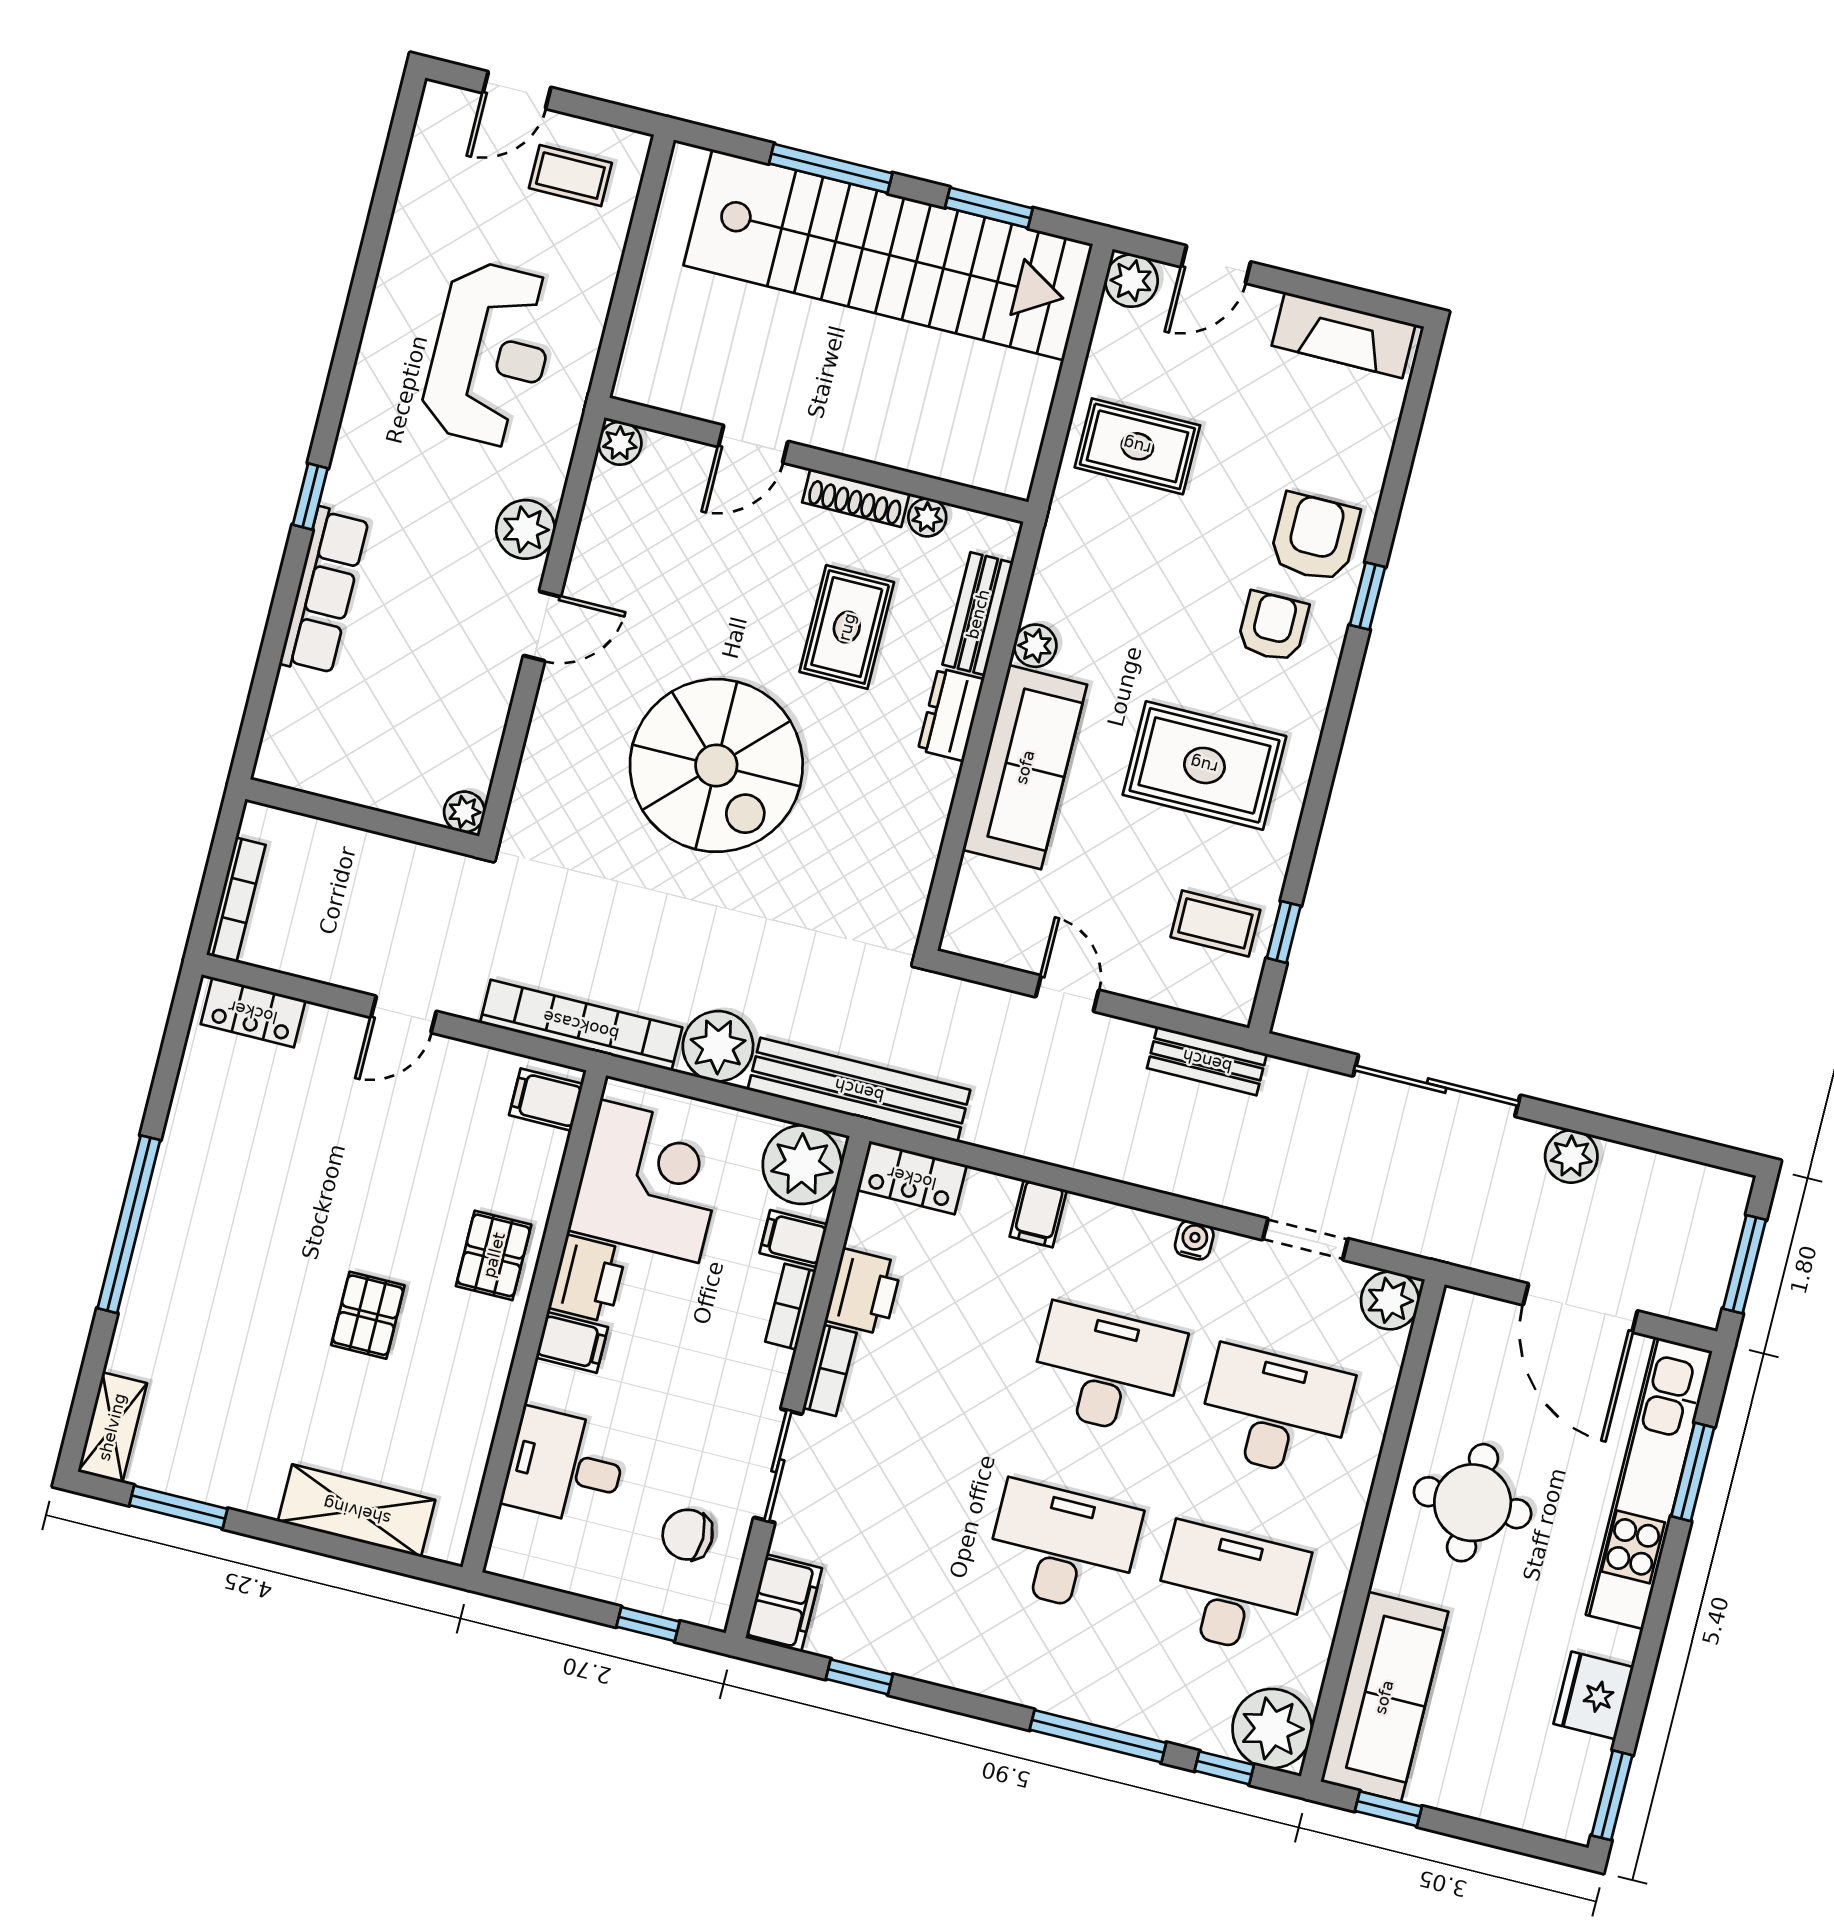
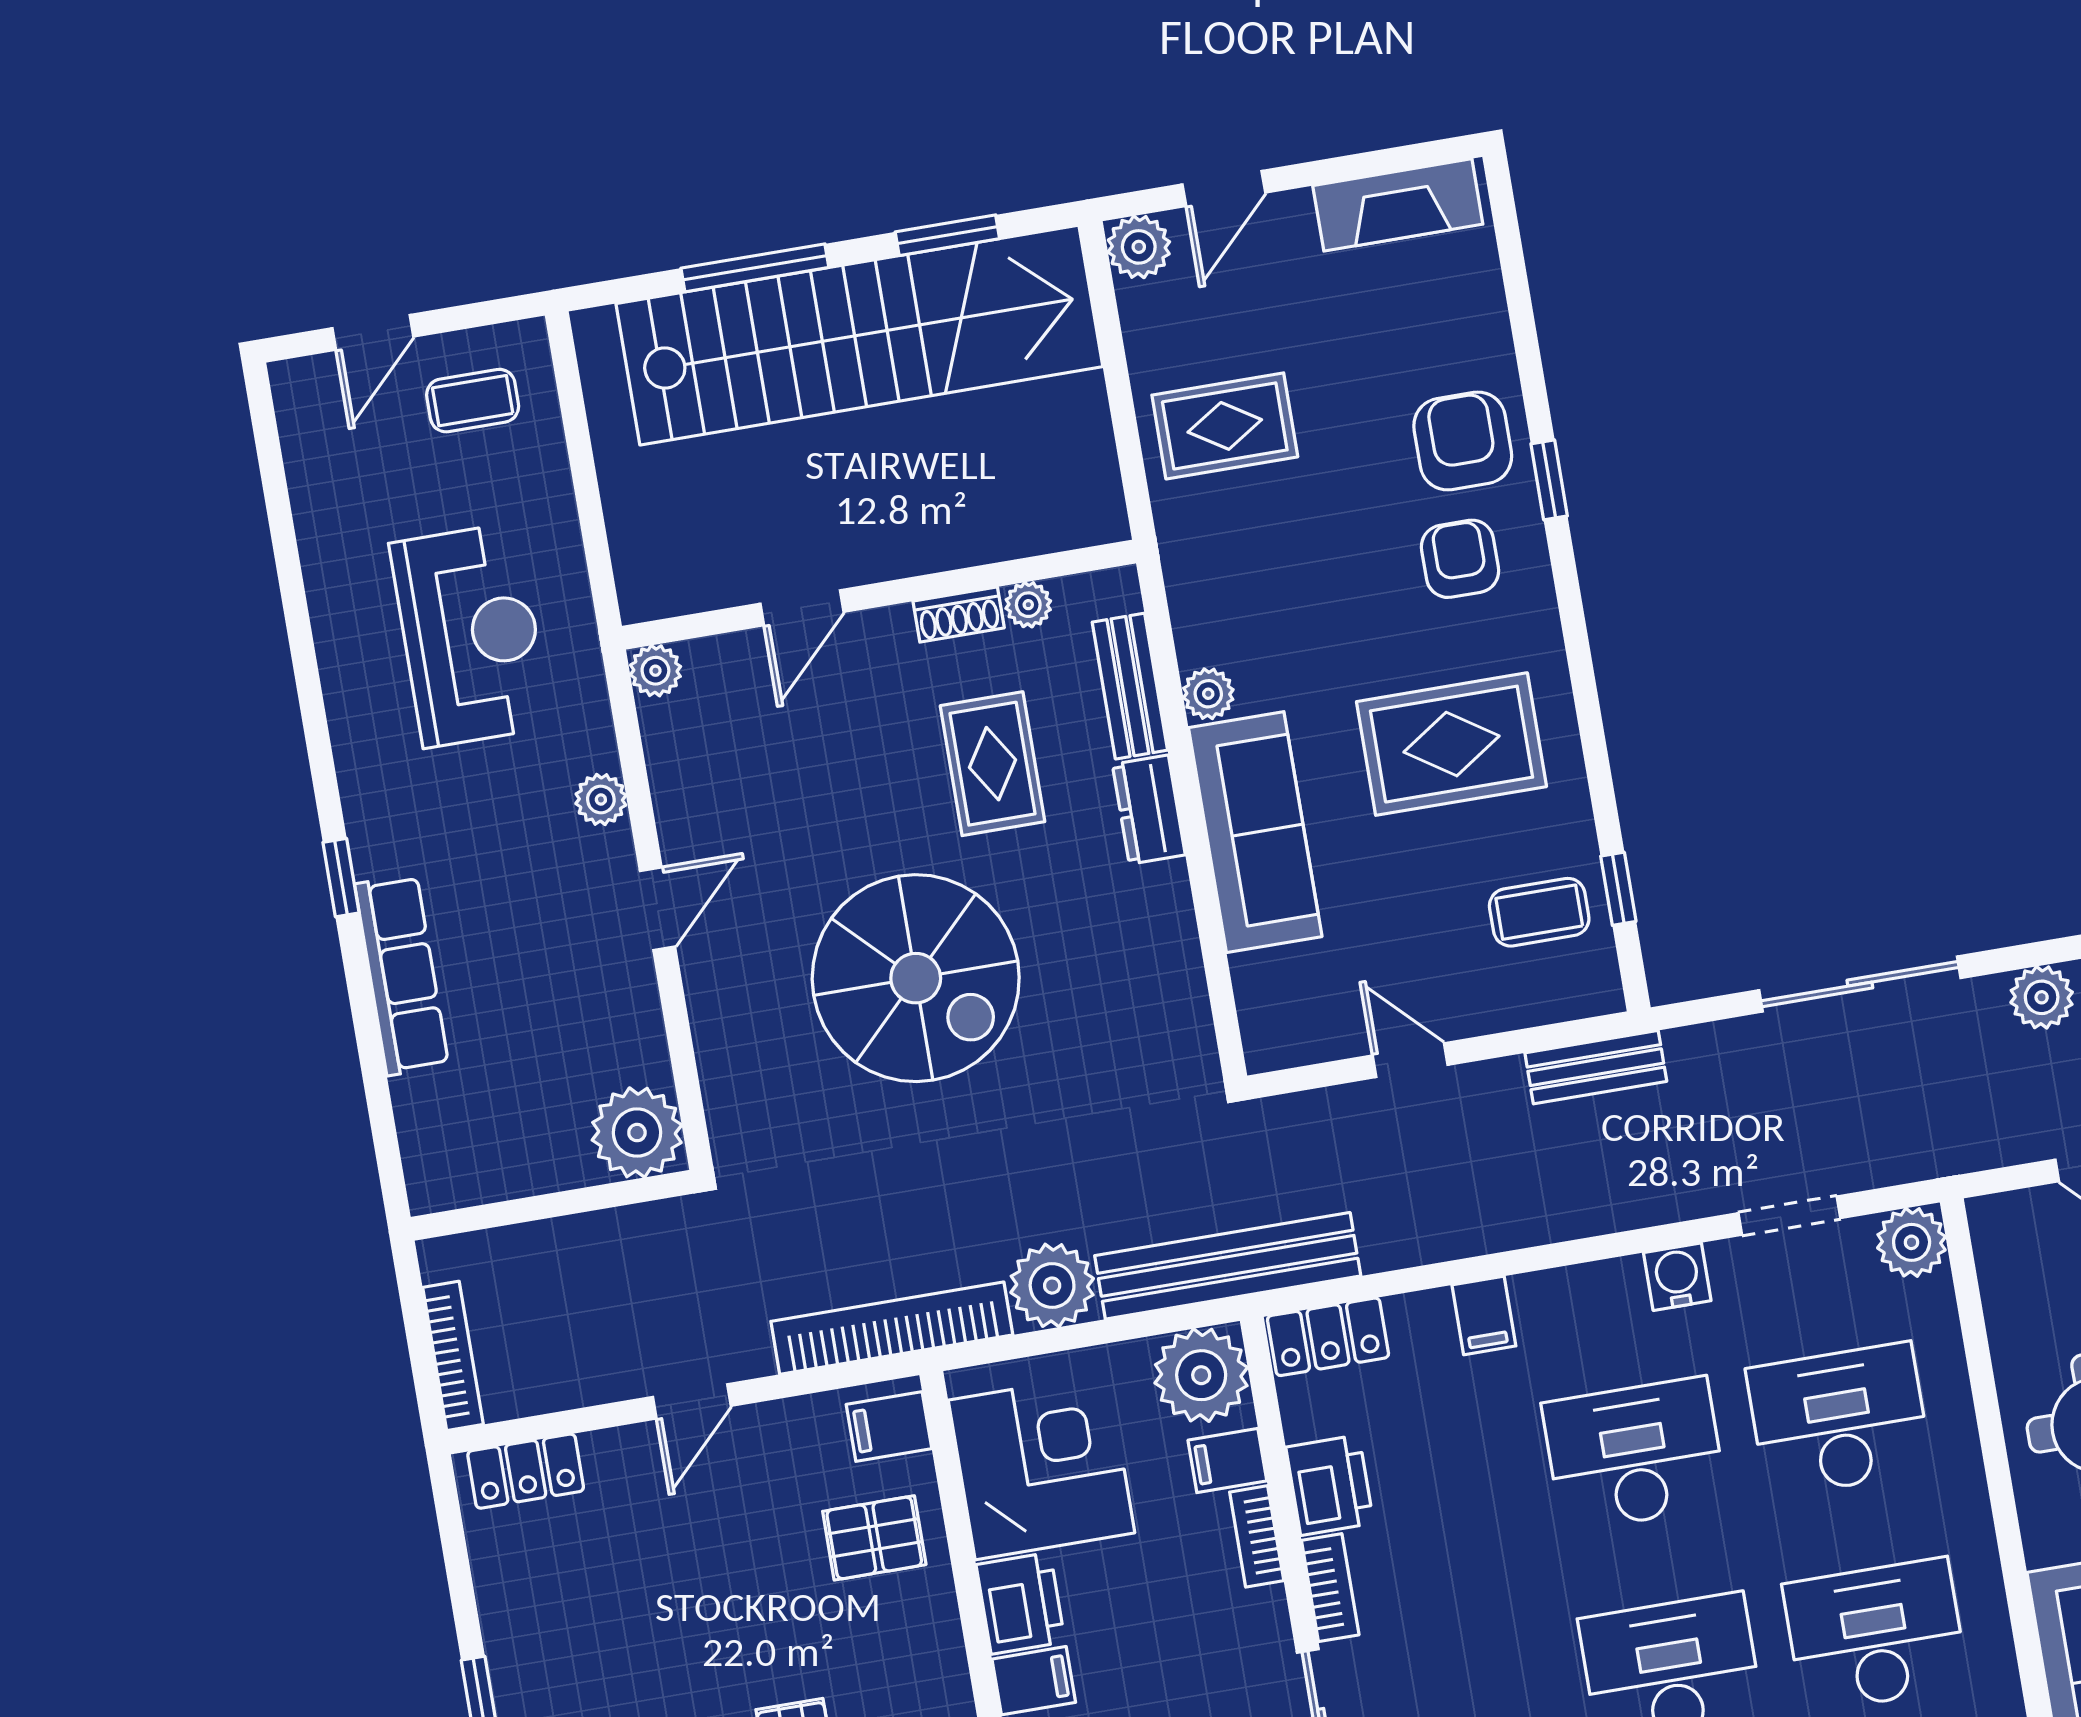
shoe rack: (856, 498) -> (959, 614), width x0.70
plant: (525, 529) -> (601, 799), width x0.73, depth x0.73
plant: (464, 812) -> (637, 1133), width x1.88, depth x1.88
water cooler: (1194, 1240) -> (1677, 1277), width x1.38, depth x1.38
pallet: (494, 1255) -> (874, 1538), moved, turned 90

